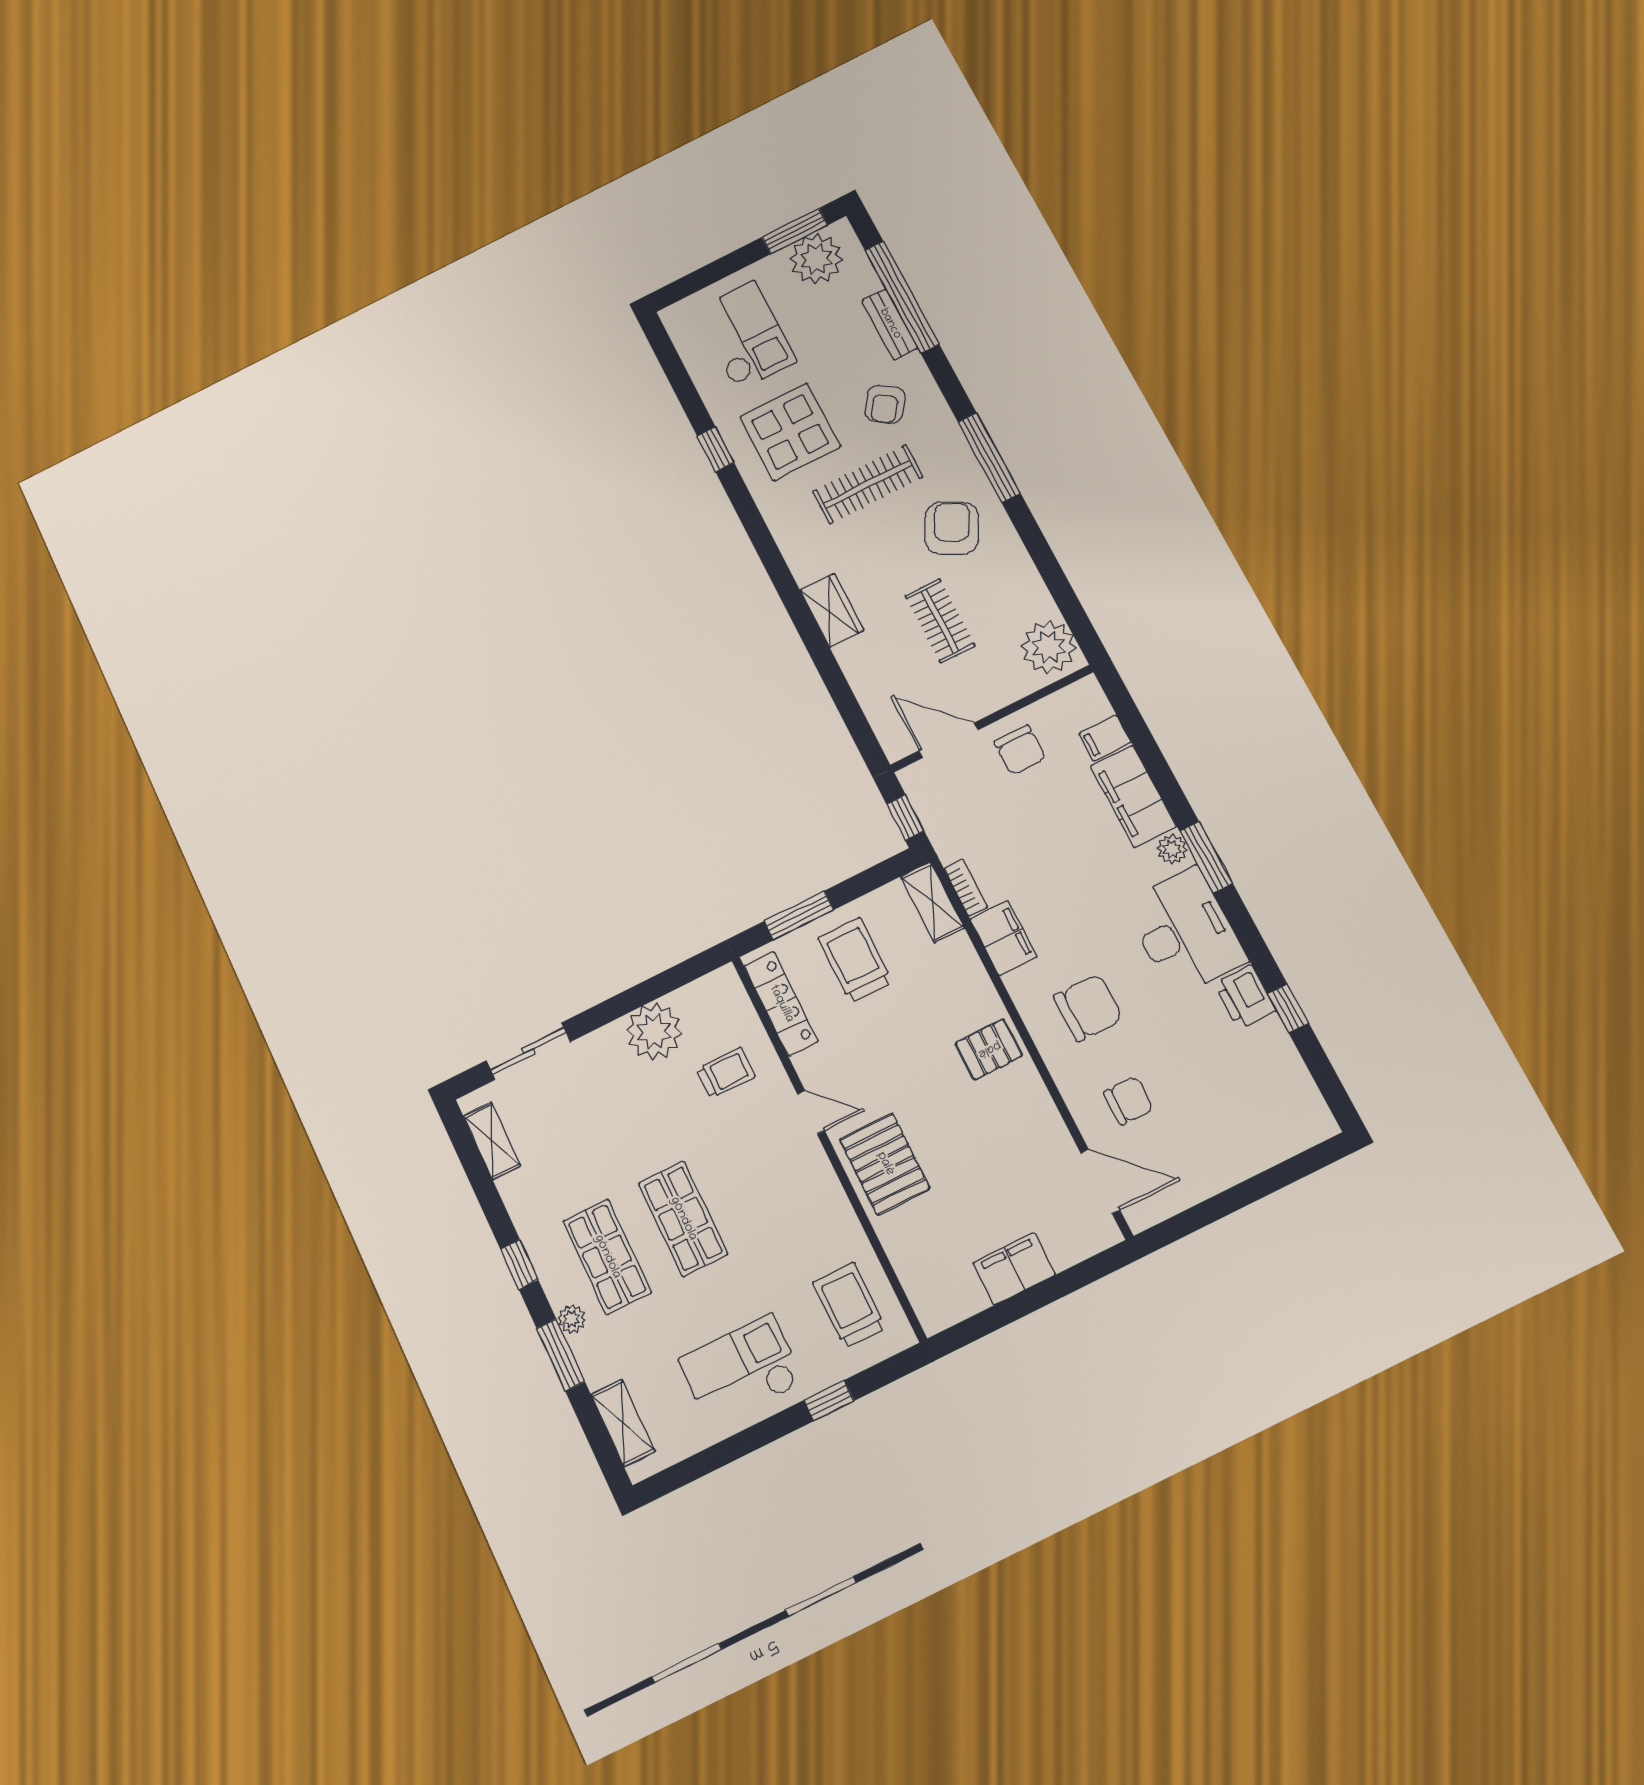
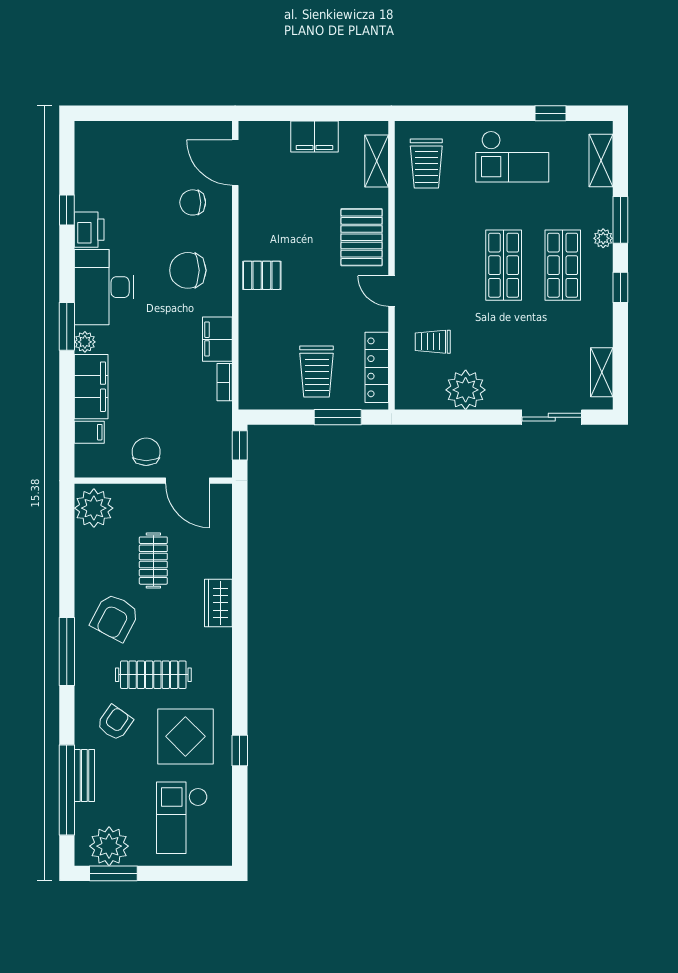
shelving: (932, 902) -> (377, 161), moved
window: (829, 1401) -> (550, 113), moved

